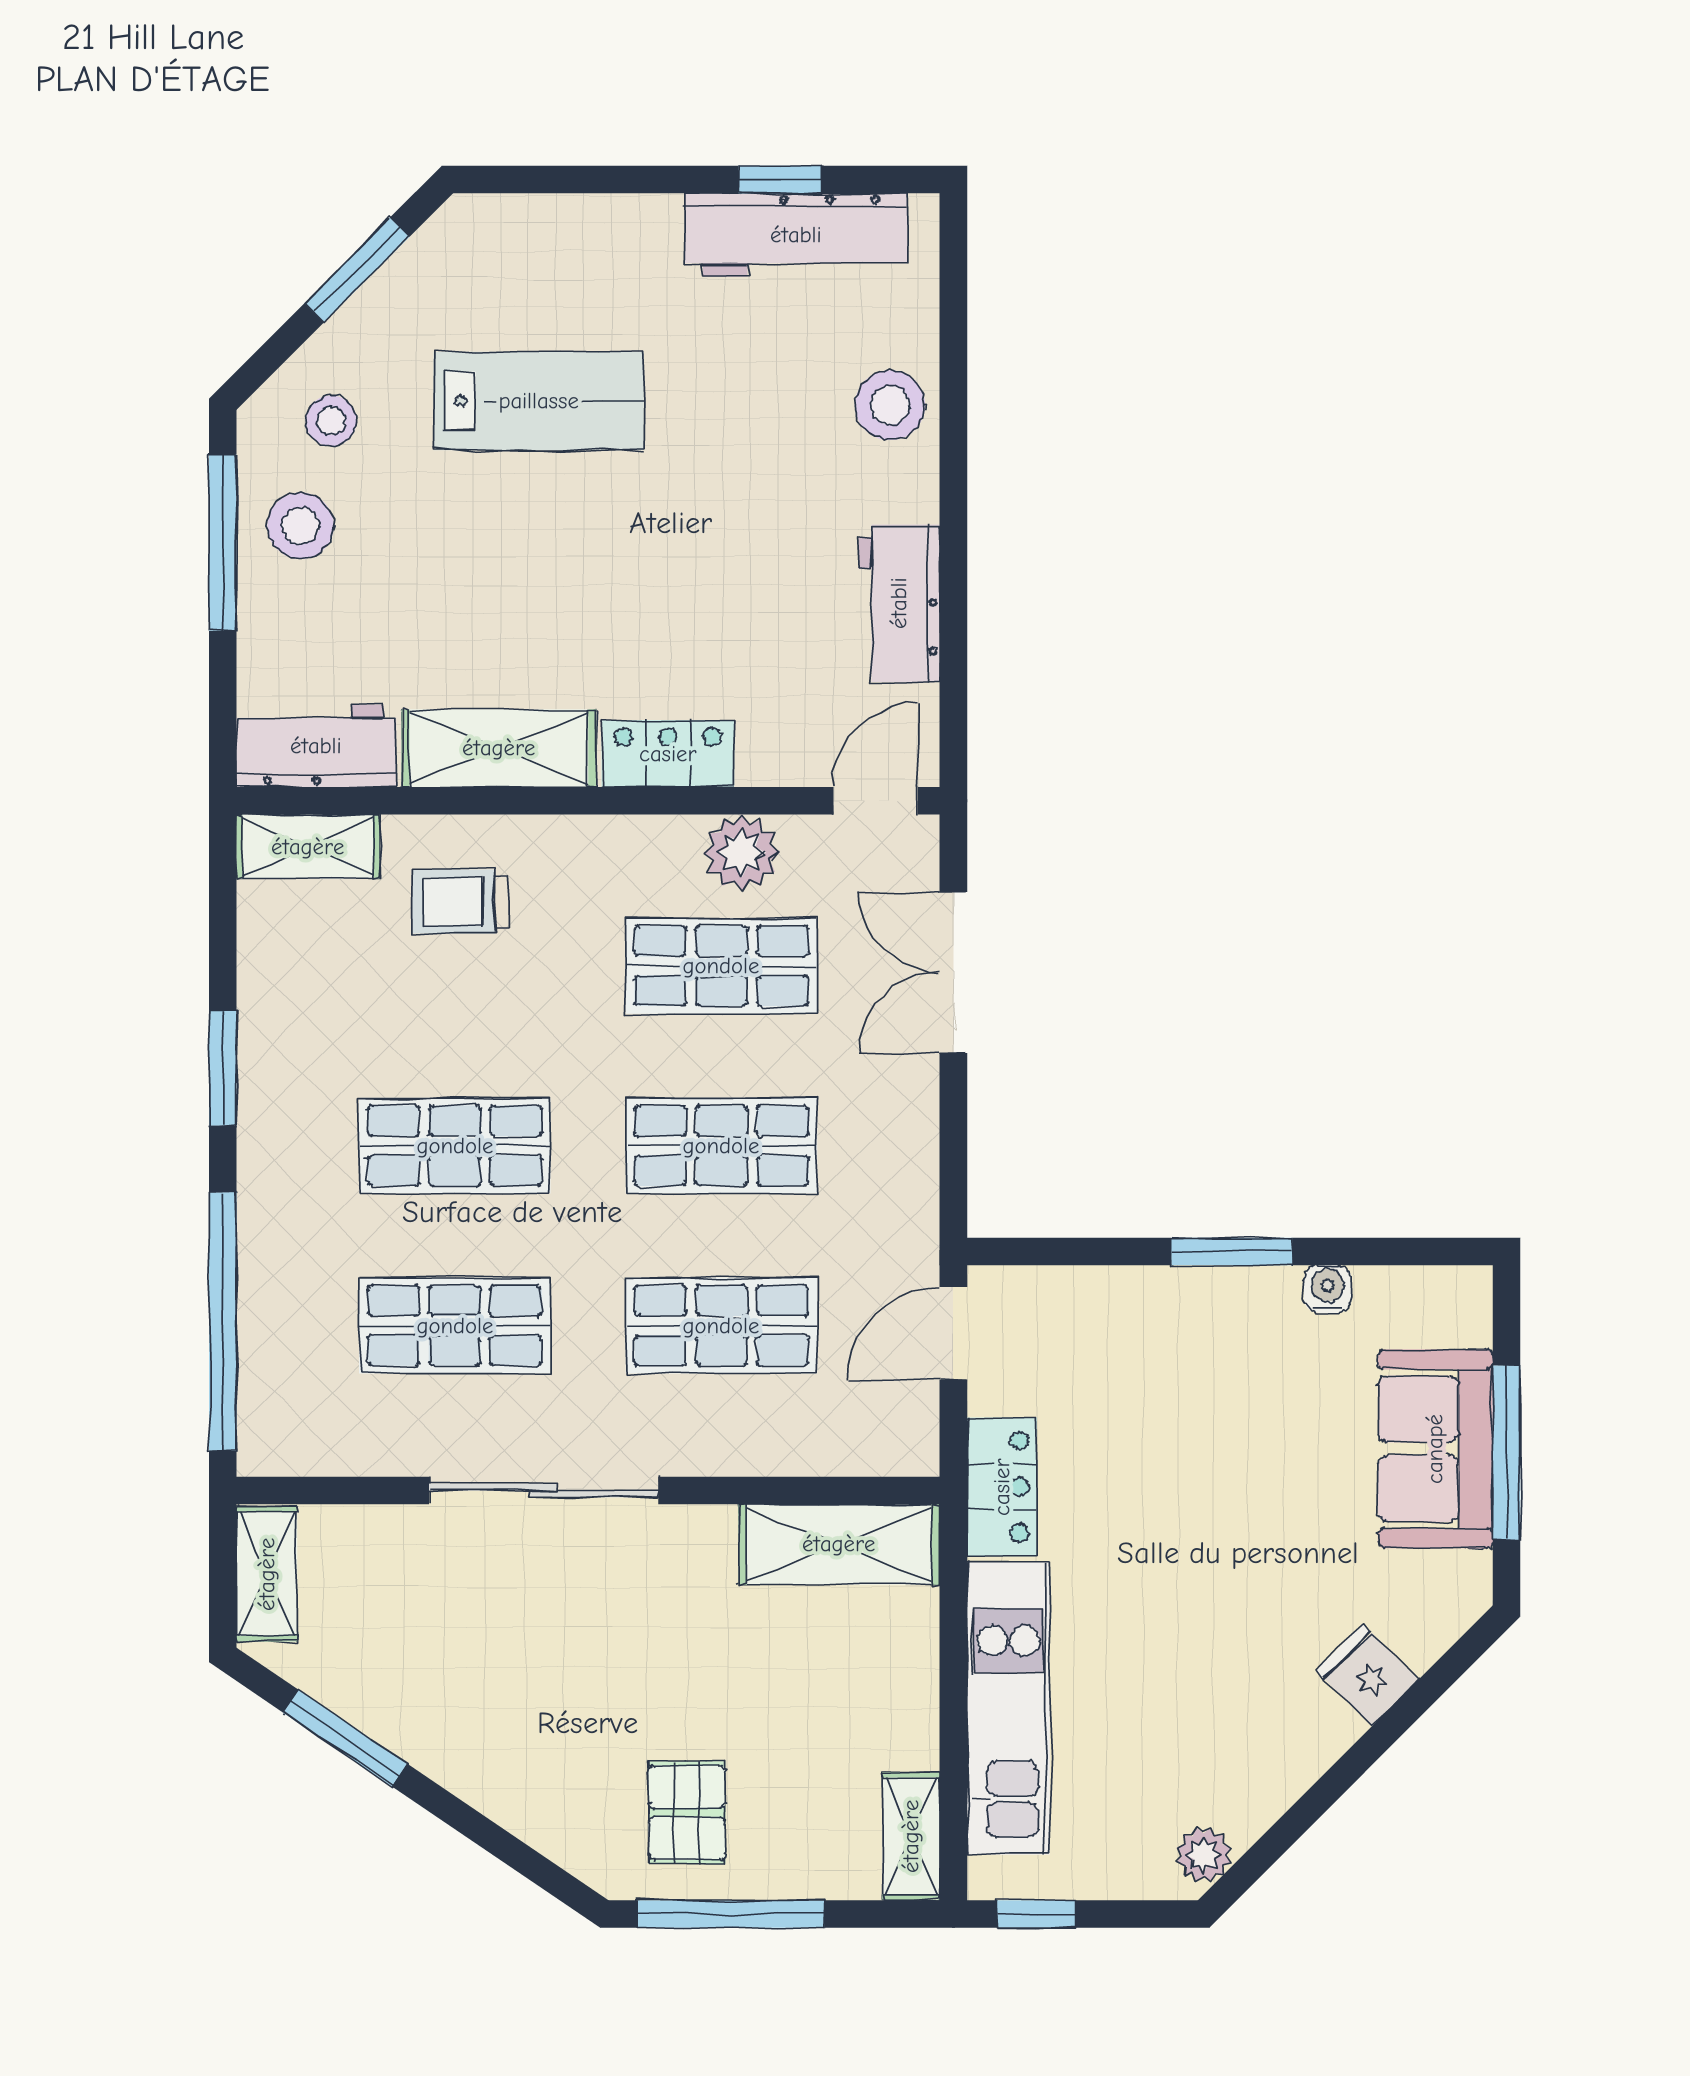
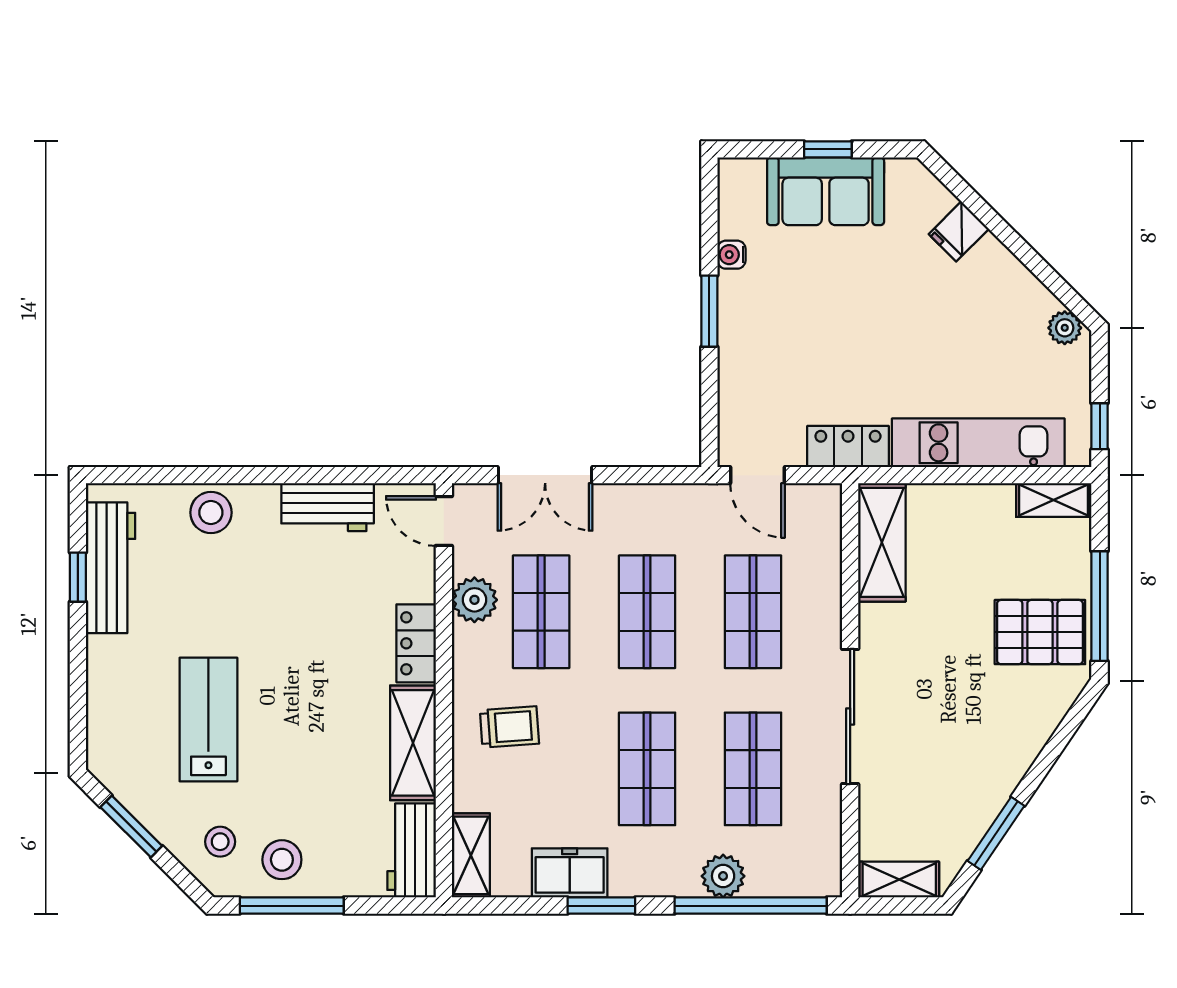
trolley: (460, 902) -> (509, 727), moved, turned -94
freezer: (278, 1014) -> (570, 873), added
plant: (273, 1275) -> (723, 876), added
window: (1507, 1453) -> (828, 149), width x0.46
pallet: (687, 1813) -> (1040, 632), width x1.50, depth x1.42

